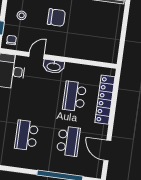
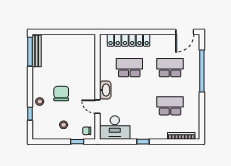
school desk: (74, 96) -> (129, 68), turned 180
school desk: (27, 135) -> (170, 106), turned 180
door: (107, 150) -> (185, 32), moved

